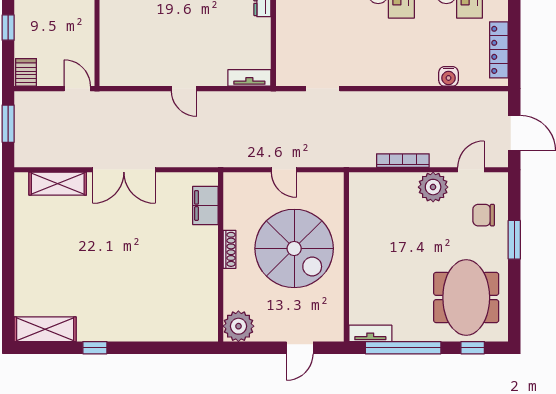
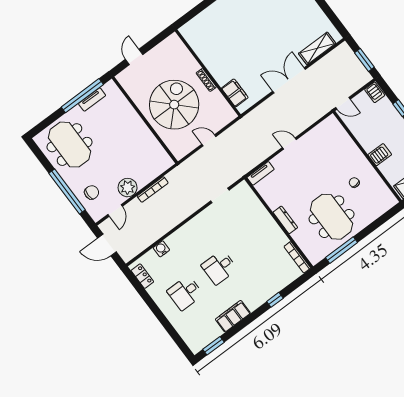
locker: (499, 50) -> (142, 276), width x0.66
window: (514, 240) -> (67, 192), width x2.11
spiral stairs: (294, 248) -> (174, 105), turned 90
plant: (238, 326) -> (173, 45), removed
tv unit: (370, 333) -> (92, 100), moved
window: (473, 348) -> (47, 122), removed

